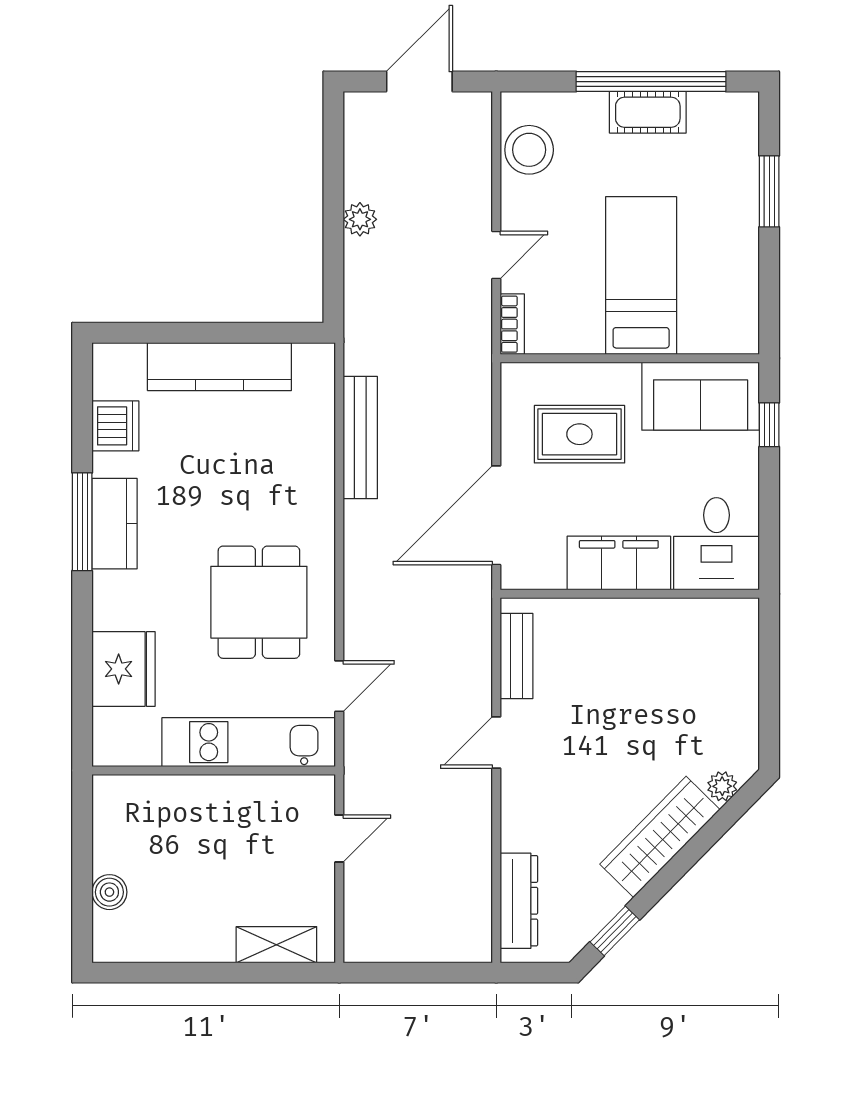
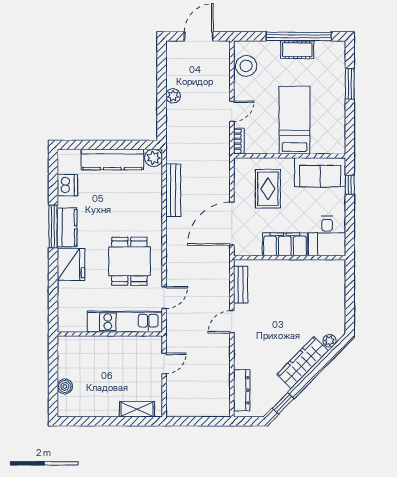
plant: (315, 363) -> (154, 158), added
rug: (579, 434) -> (268, 189), turned 90
fridge: (124, 669) -> (71, 264), moved

